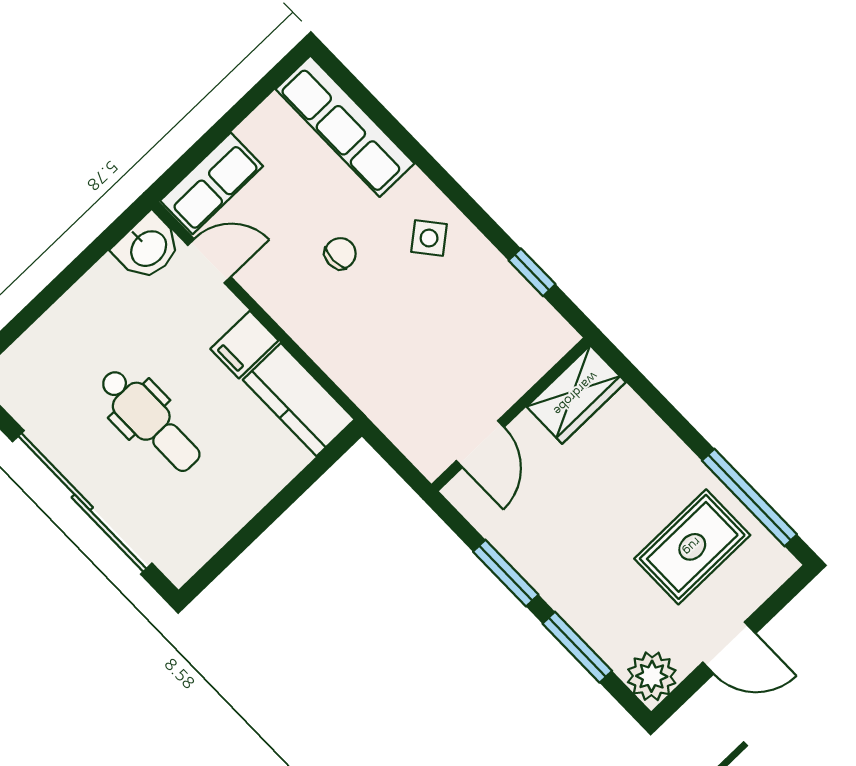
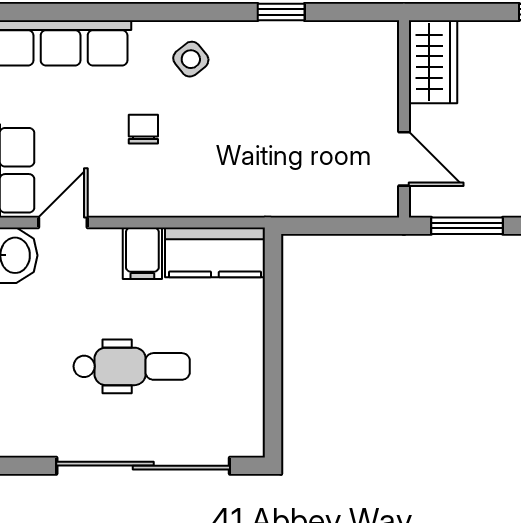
wardrobe: (576, 394) -> (433, 62), moved
wall: (511, 414) -> (404, 119), moved
door: (480, 444) -> (404, 159), moved

